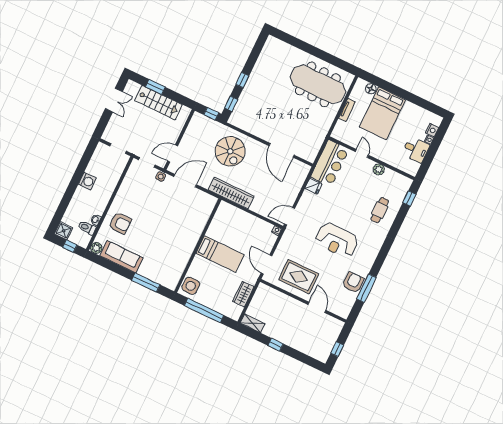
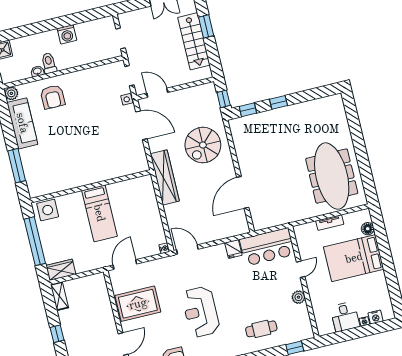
toilet: (87, 228) -> (49, 63), moved
rug: (299, 277) -> (138, 304), turned 90
wardrobe: (243, 294) -> (61, 270), moved

